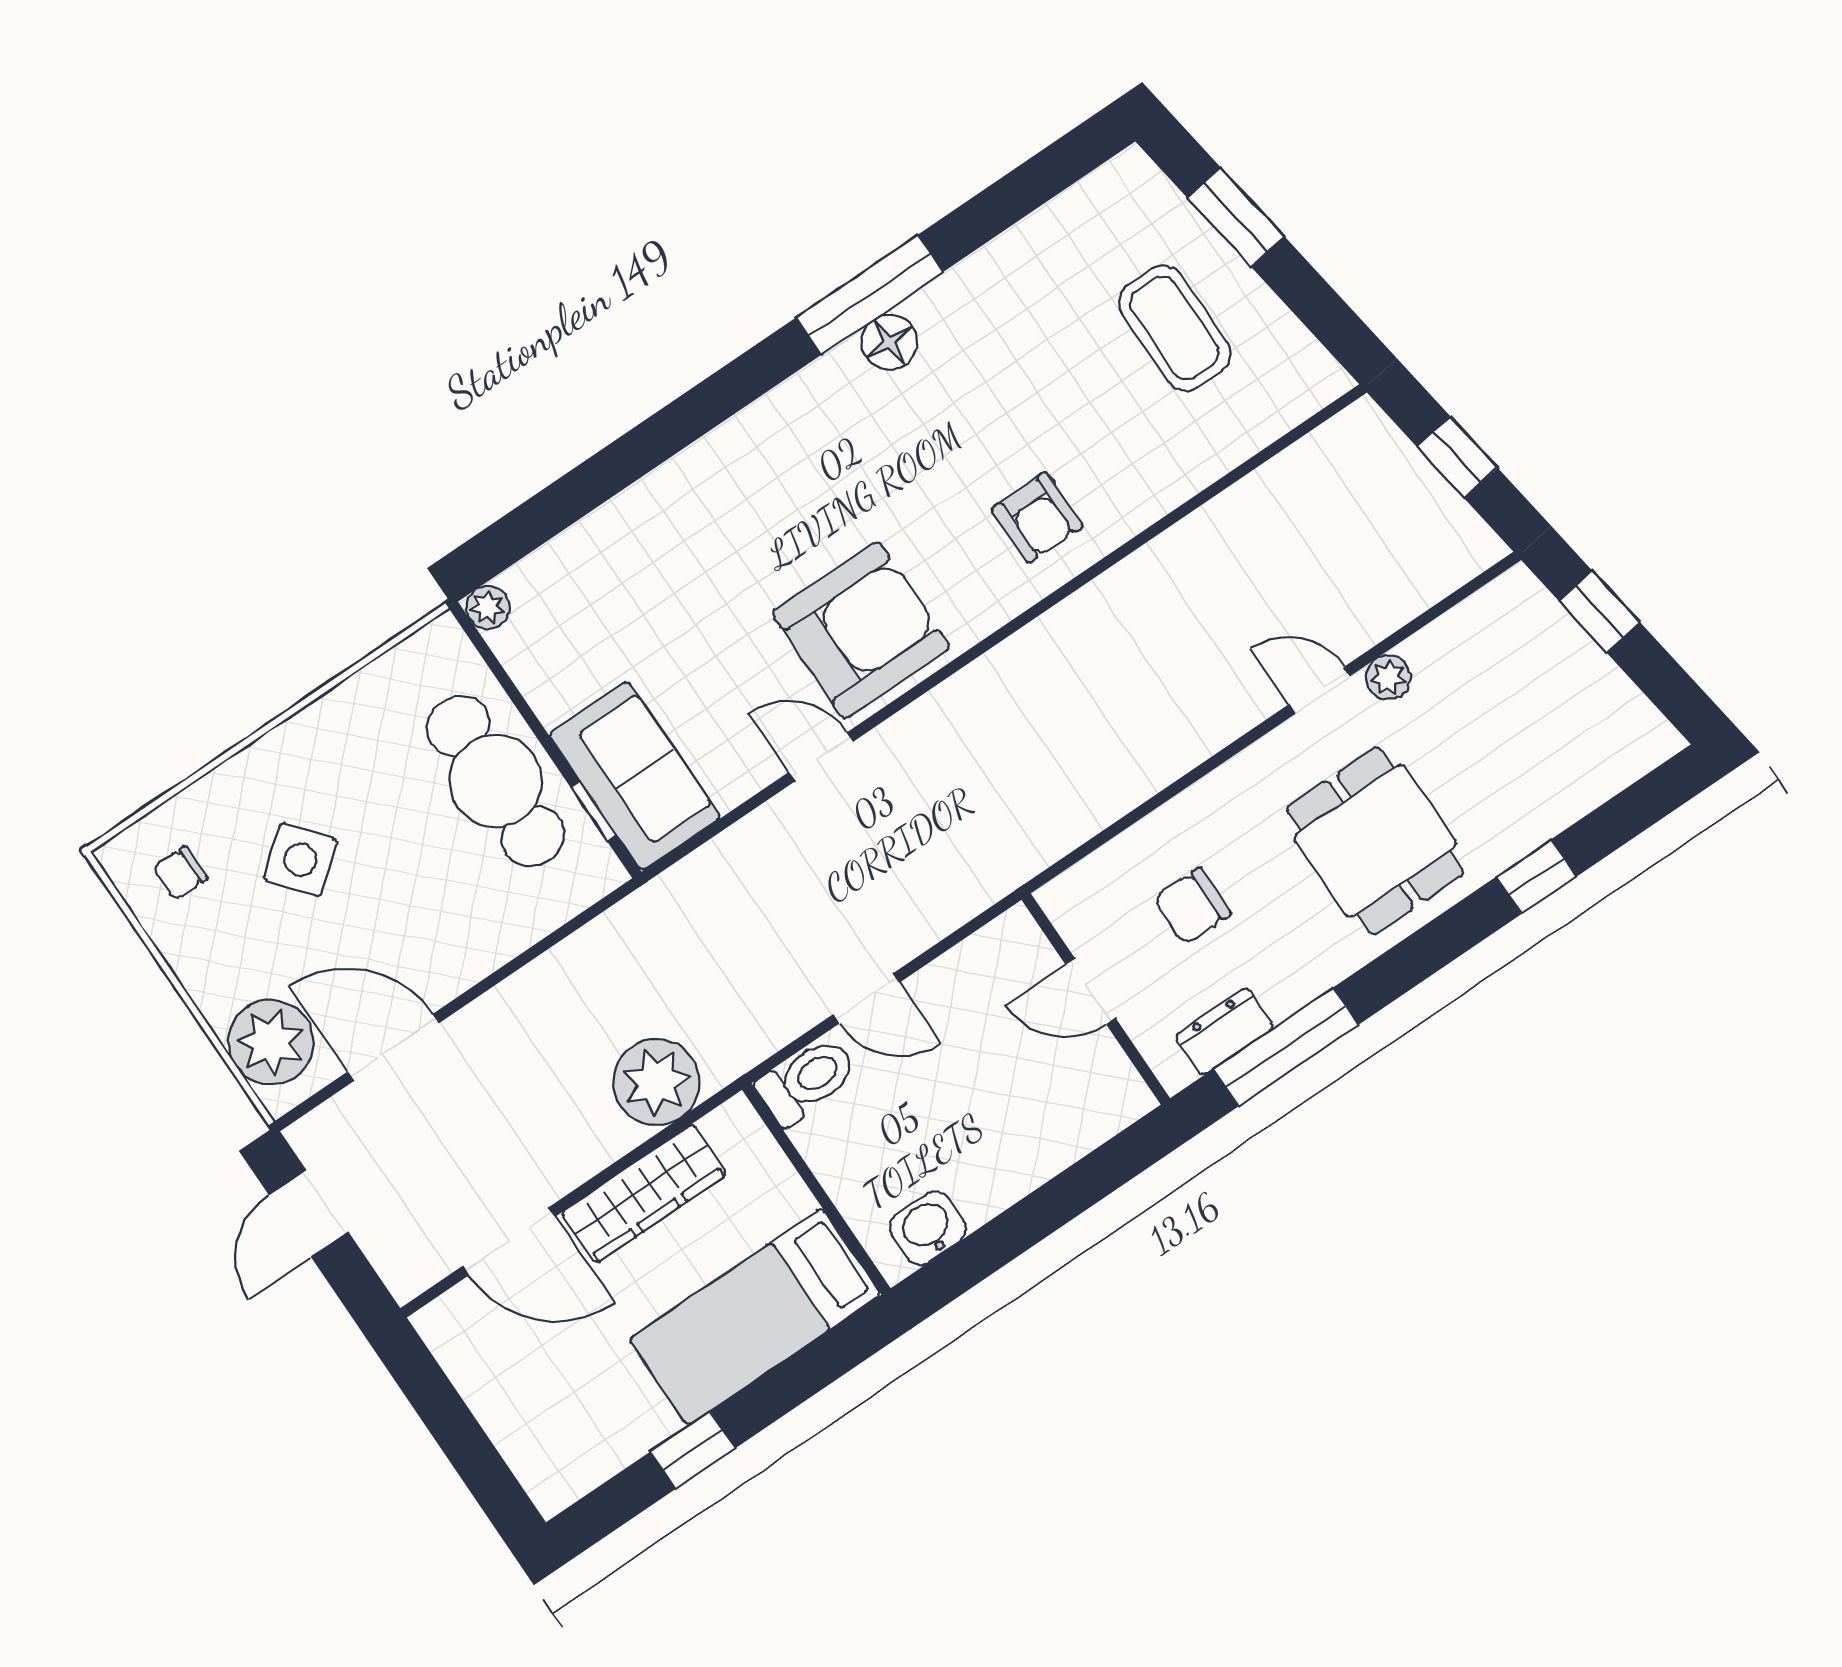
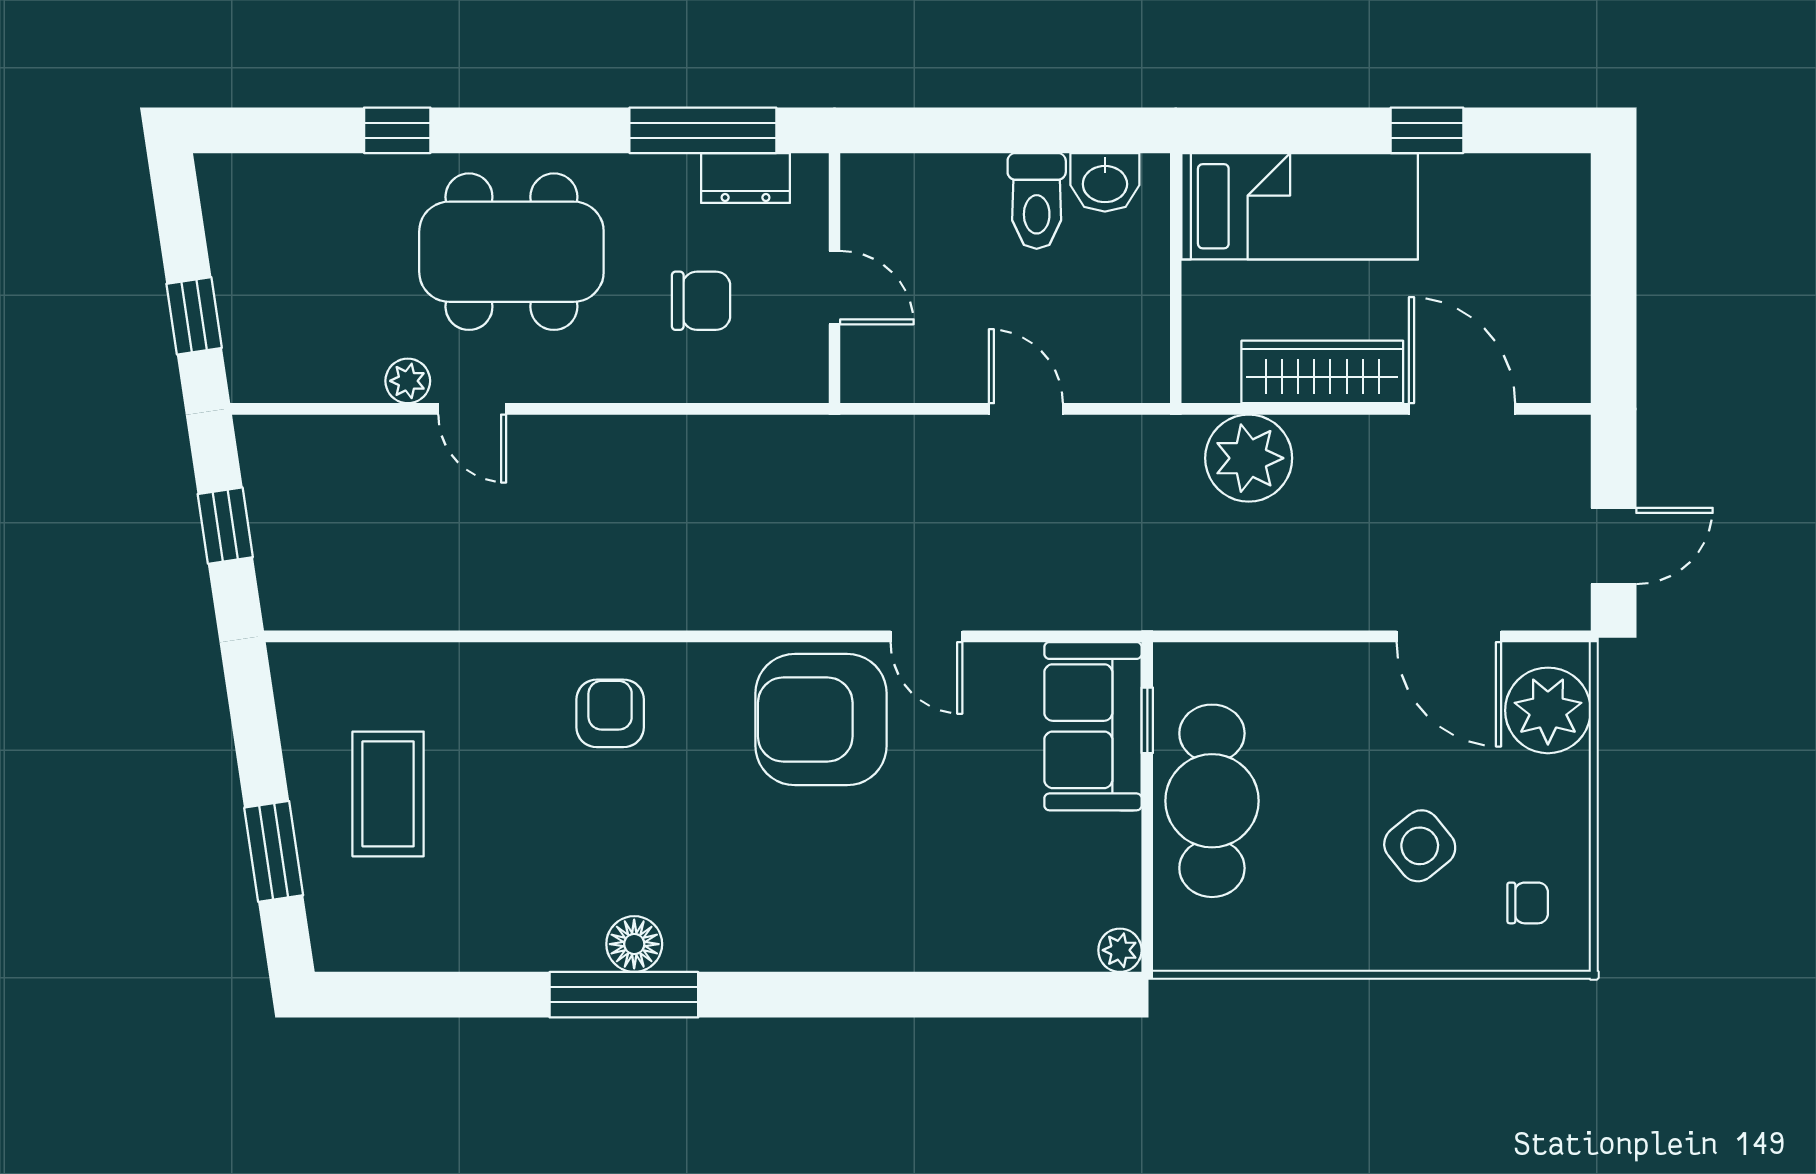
dining table: (1375, 841) -> (511, 252), width x1.38
toilet: (807, 1080) -> (1037, 201), moved, turned -90

